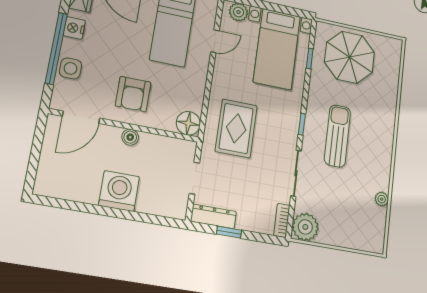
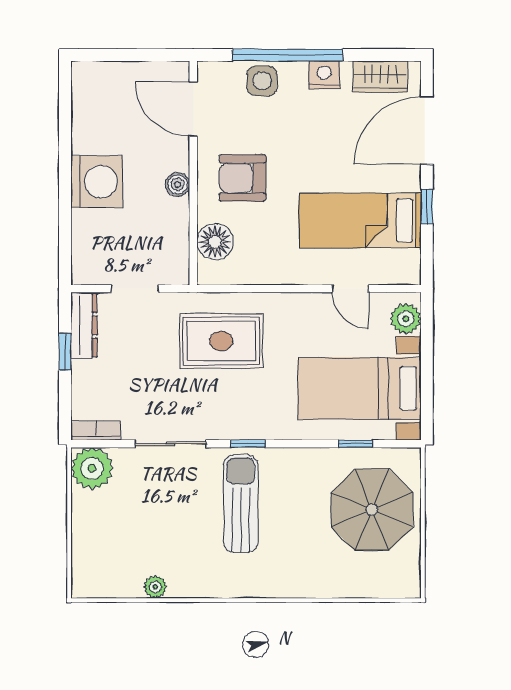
floor lamp: (188, 123) -> (215, 242), moved
sun lounger: (337, 136) -> (241, 504), turned -90

